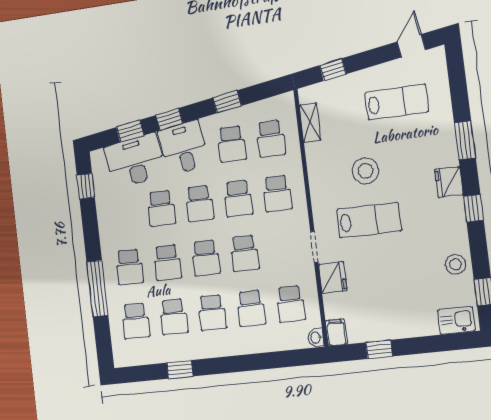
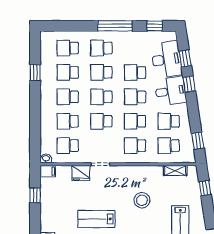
window: (227, 102) -> (198, 141), moved
lab bench: (369, 220) -> (96, 219), moved, turned 90
window: (97, 288) -> (115, 26), moved

